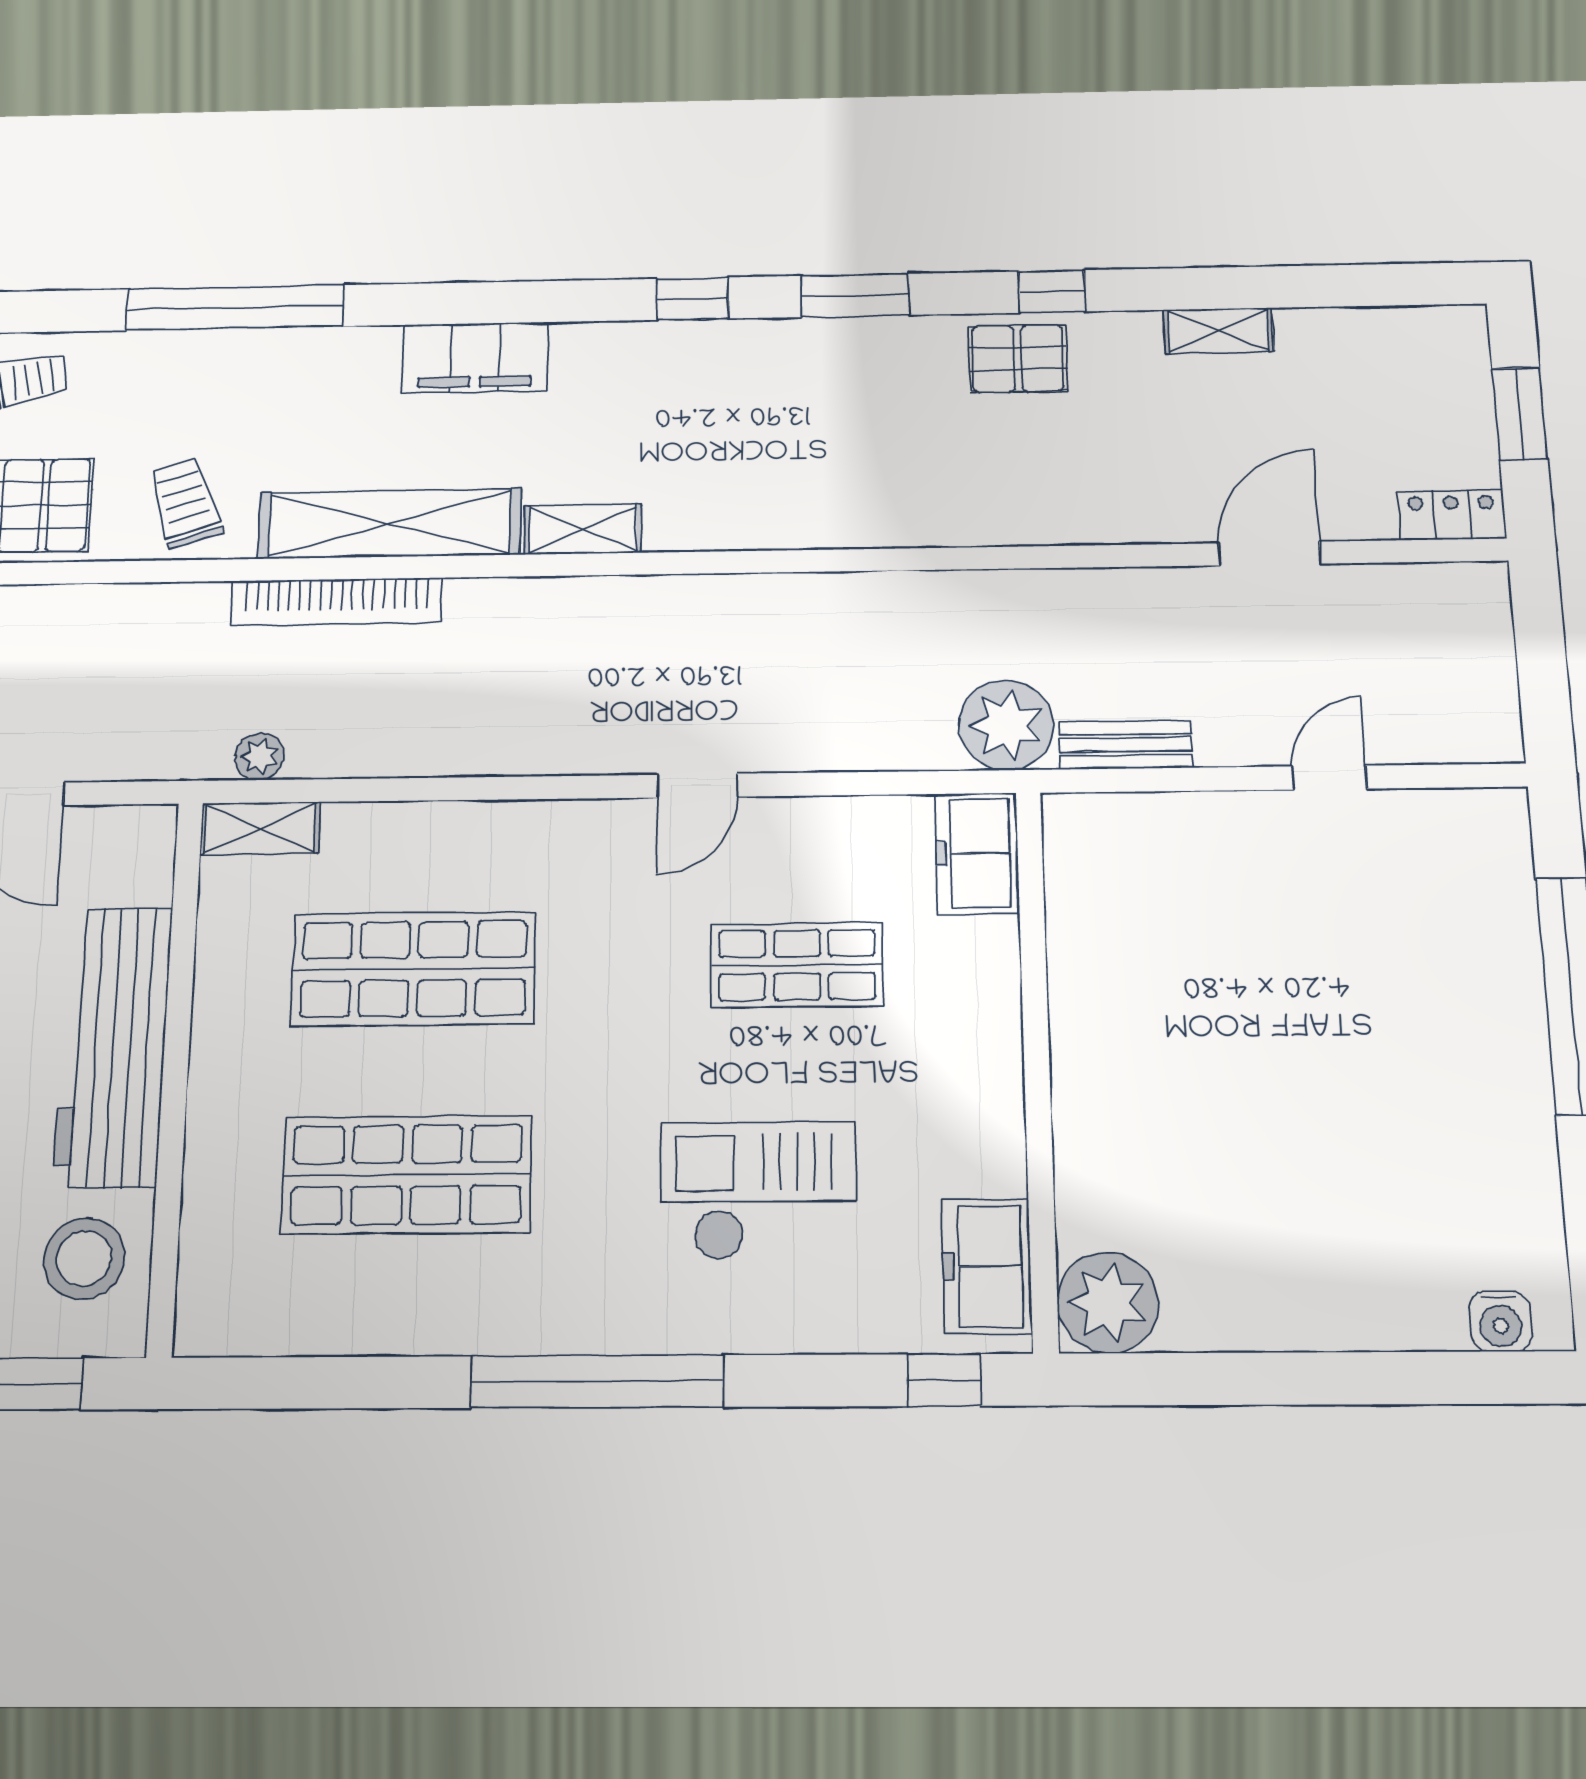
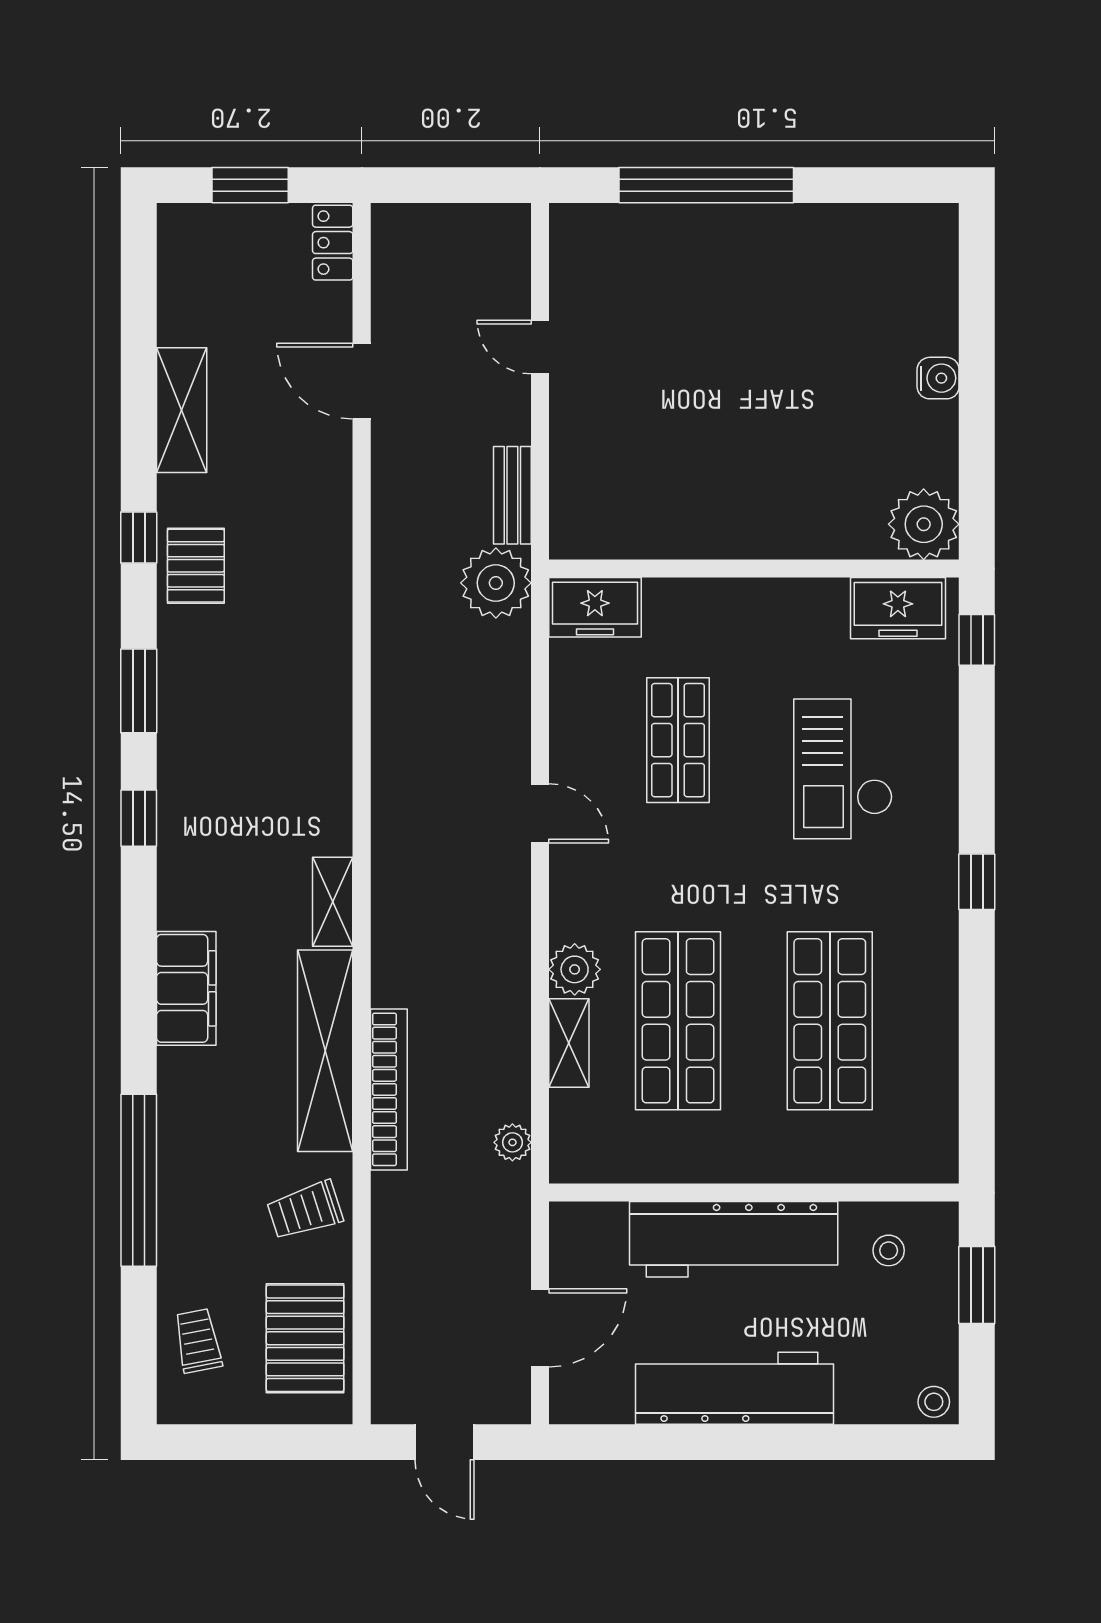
shelving: (1218, 331) -> (182, 410), width x1.50, depth x1.33
shelving: (260, 828) -> (569, 1043), moved
plant: (487, 833) -> (575, 969), added
stool: (84, 1259) -> (889, 1250), width x0.53, depth x0.53
water cooler: (1500, 1321) -> (938, 378), moved
window: (597, 1382) -> (977, 882), width x0.32

